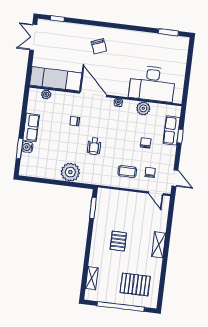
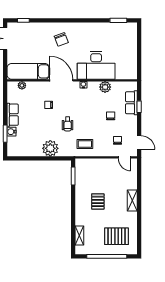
desk: (152, 84) -> (96, 65), moved
coffee table: (127, 172) -> (85, 144), moved

